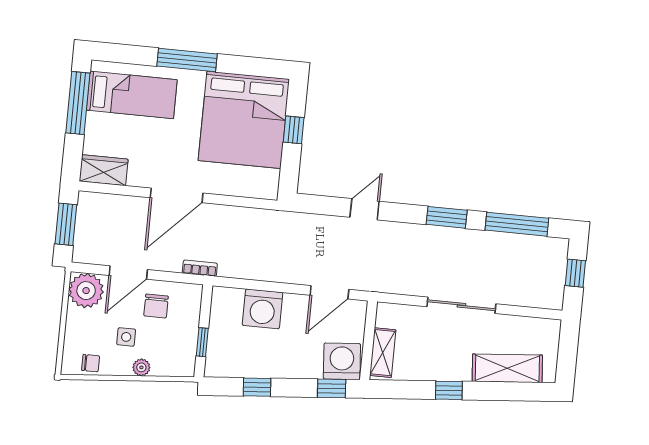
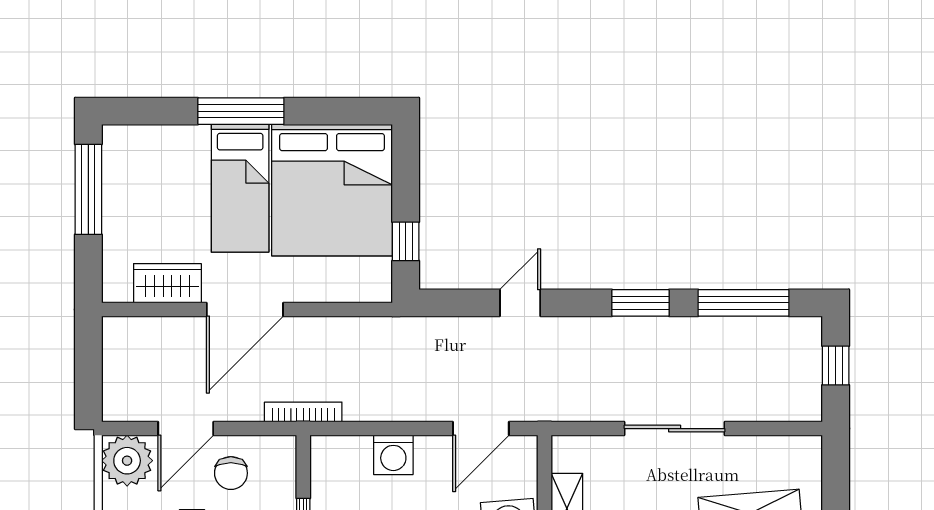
bed: (132, 95) -> (240, 188), moved, turned 90
window: (294, 130) -> (406, 241), moved
wardrobe: (104, 170) -> (167, 283), moved
window: (66, 224) -> (88, 367), removed
bookcase: (200, 268) -> (303, 412), width x1.56
washing machine: (262, 309) -> (393, 455), width x0.73, depth x0.73

